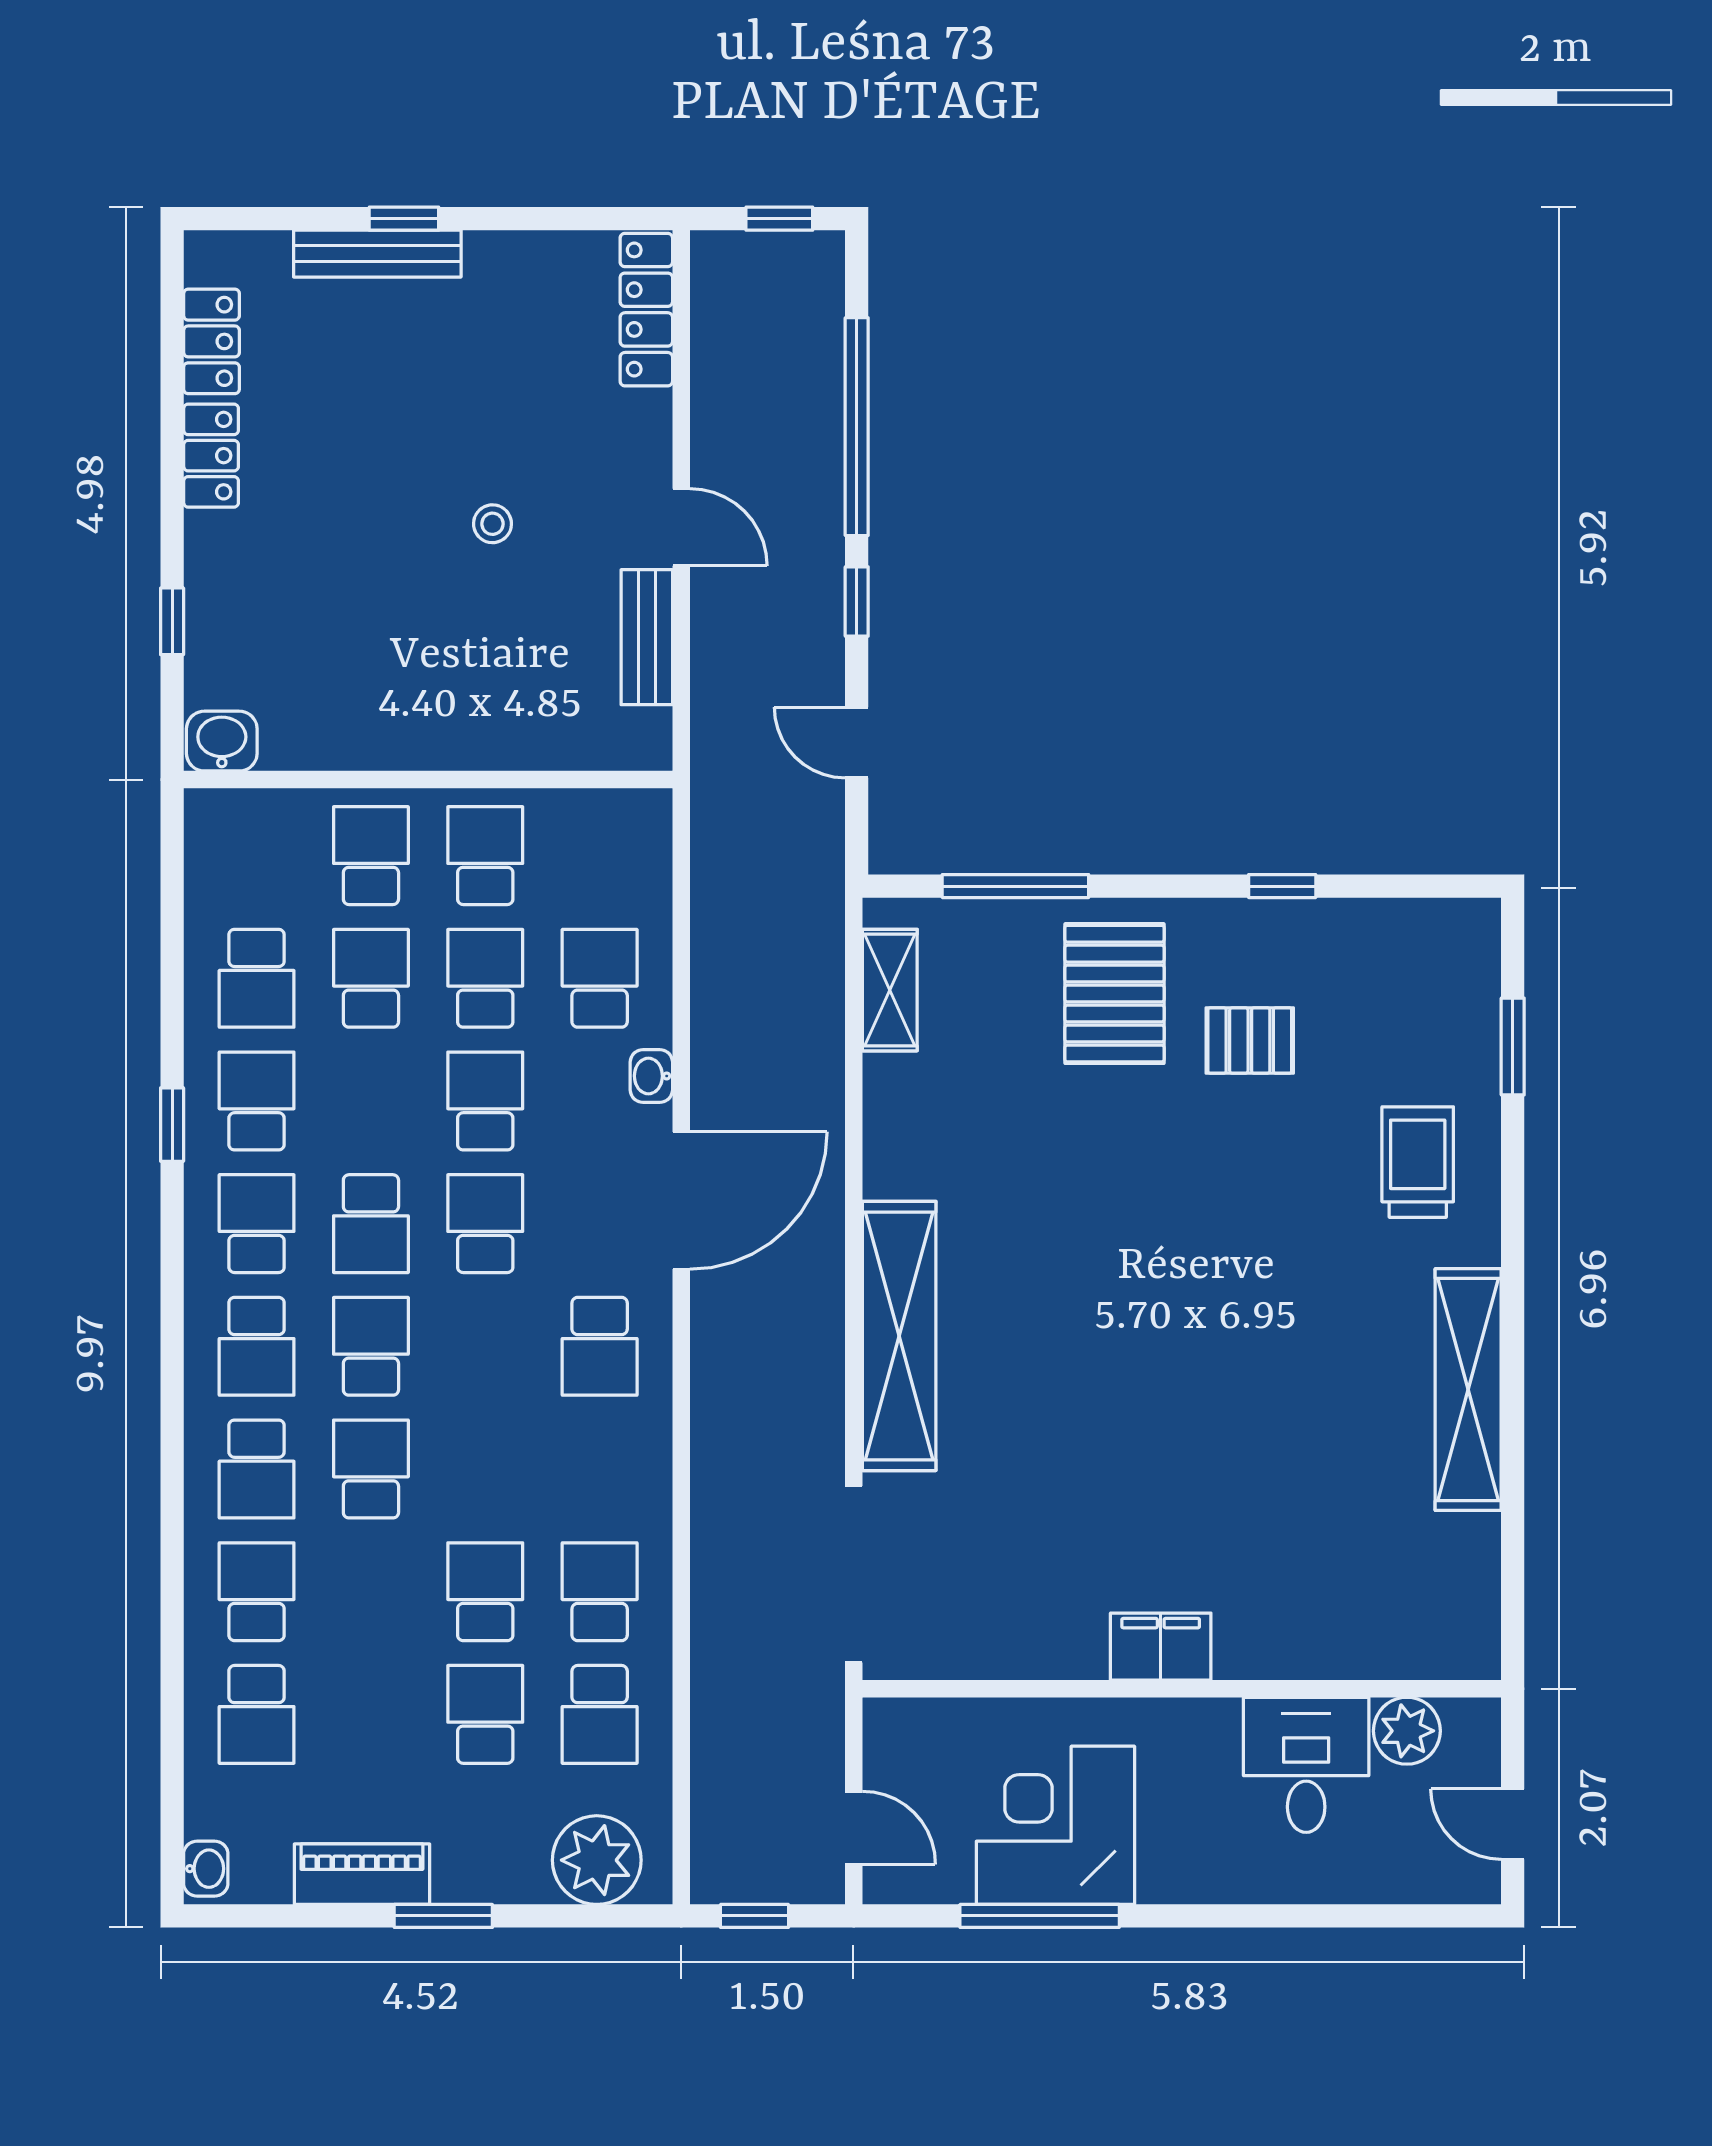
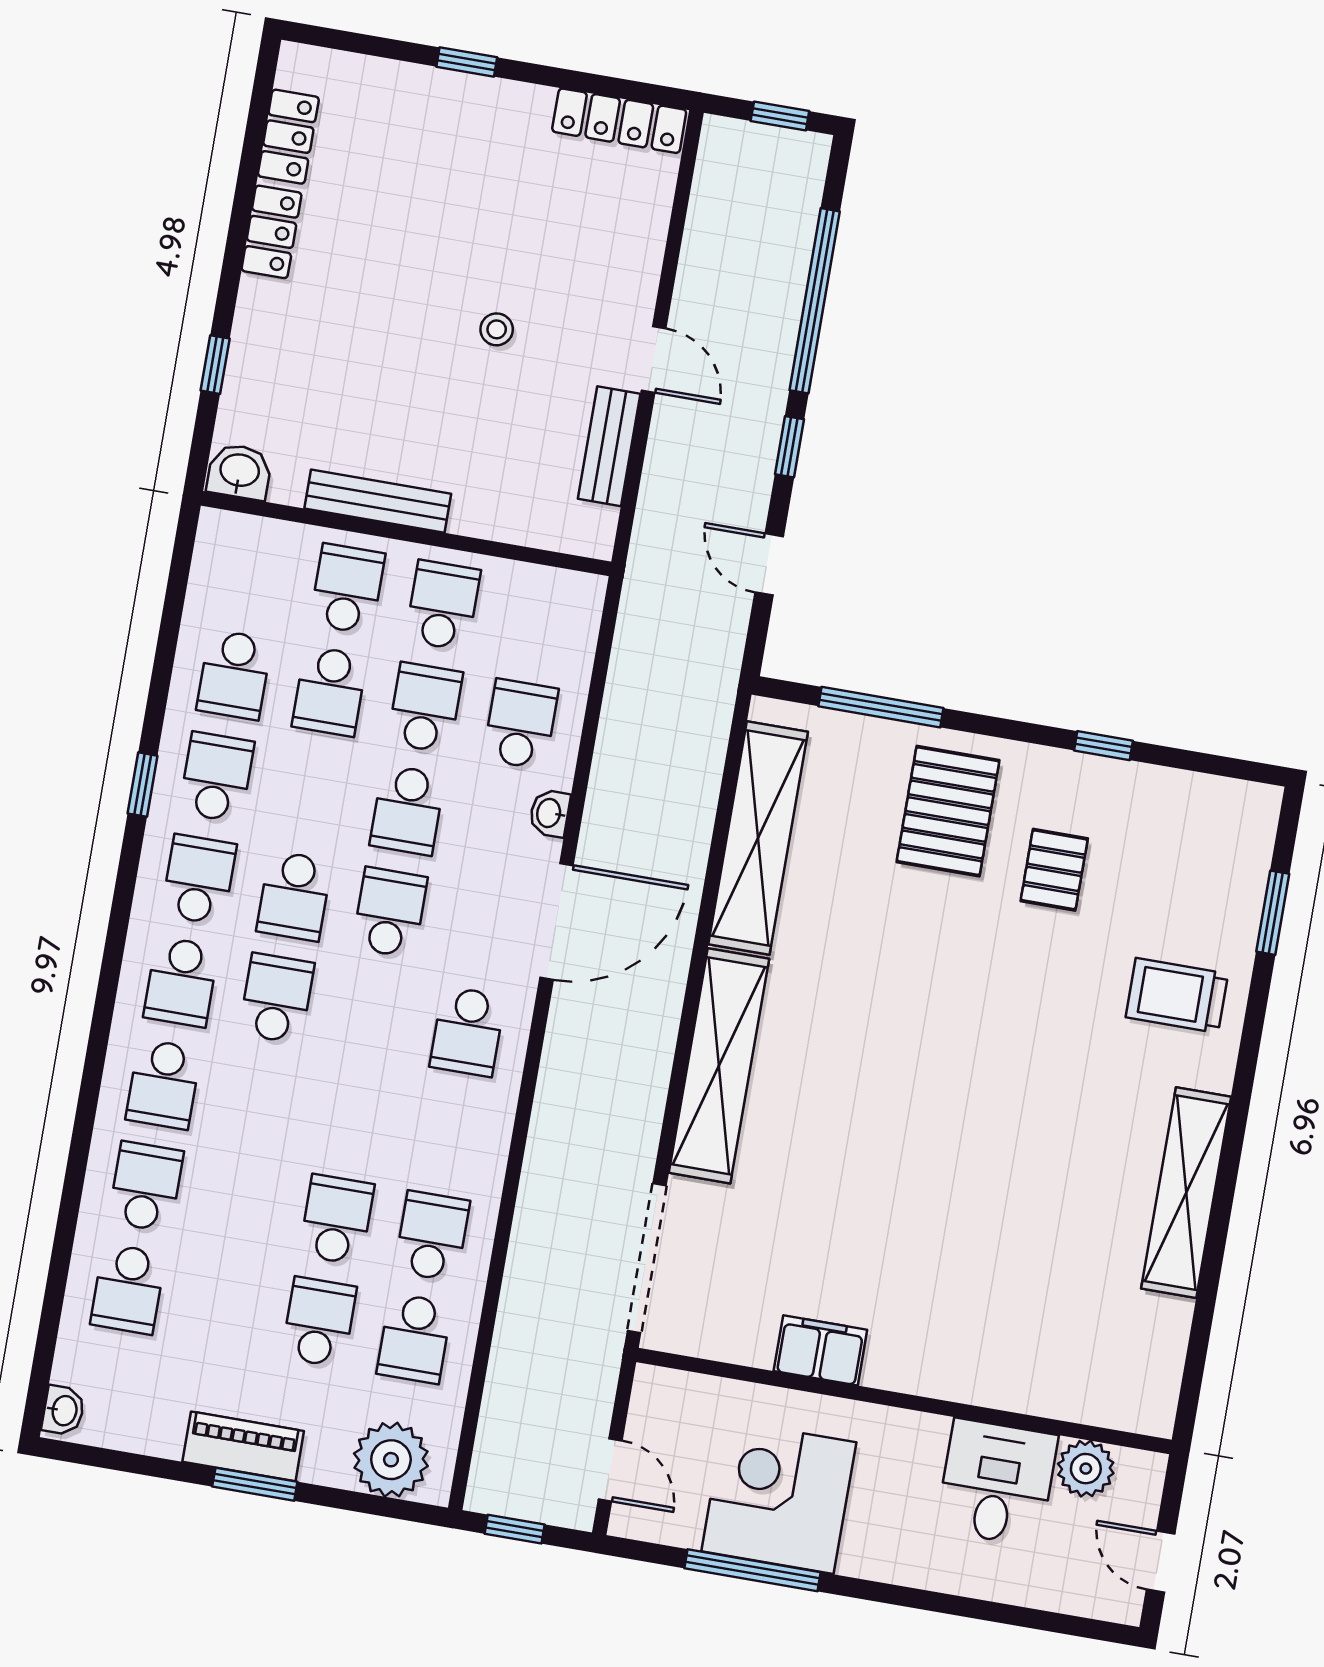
bench: (377, 254) -> (378, 501), moved
locker: (646, 310) -> (619, 121), moved, turned -90
school desk: (371, 978) -> (330, 691), turned 180
shelving: (890, 990) -> (758, 838), width x2.20, depth x1.33
pallet: (1250, 1040) -> (1054, 870), turned 90
school desk: (485, 1101) -> (407, 810), turned 180
trolley: (1418, 1162) -> (1177, 995), turned -90
school desk: (371, 1469) -> (259, 1101), removed
filing cabinet: (1161, 1647) -> (820, 1350), moved
piano: (362, 1874) -> (243, 1446), moved

